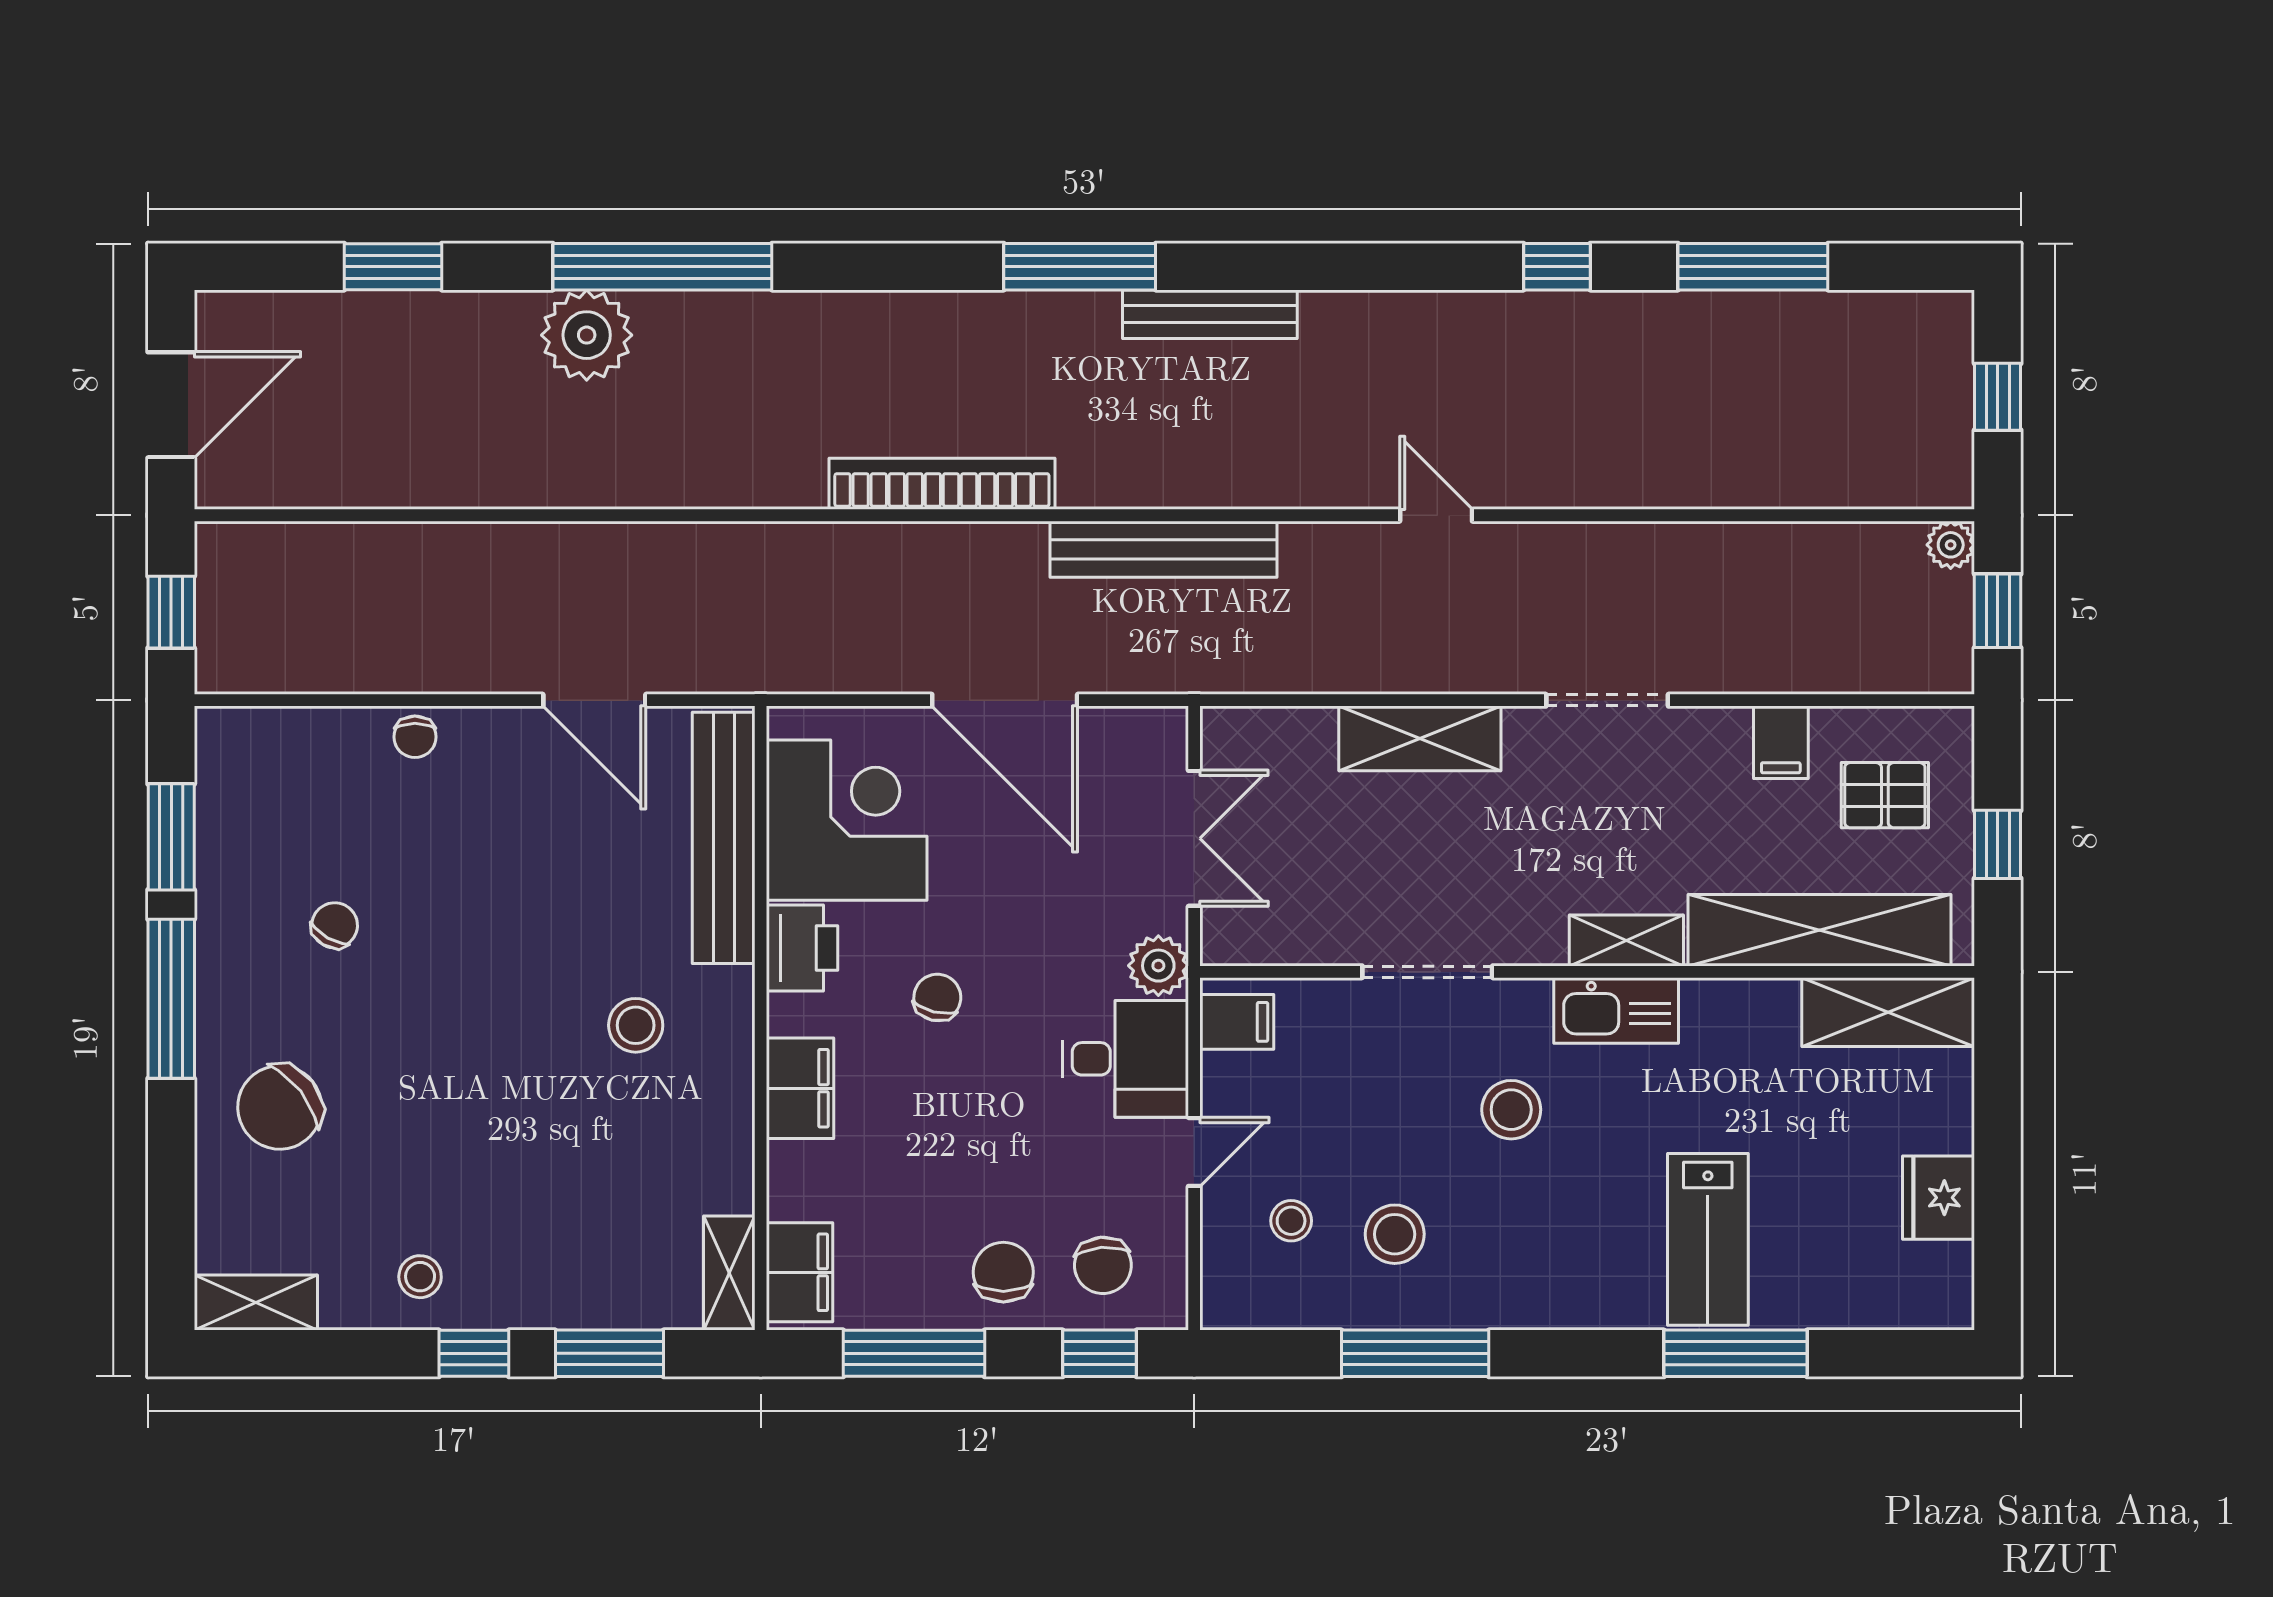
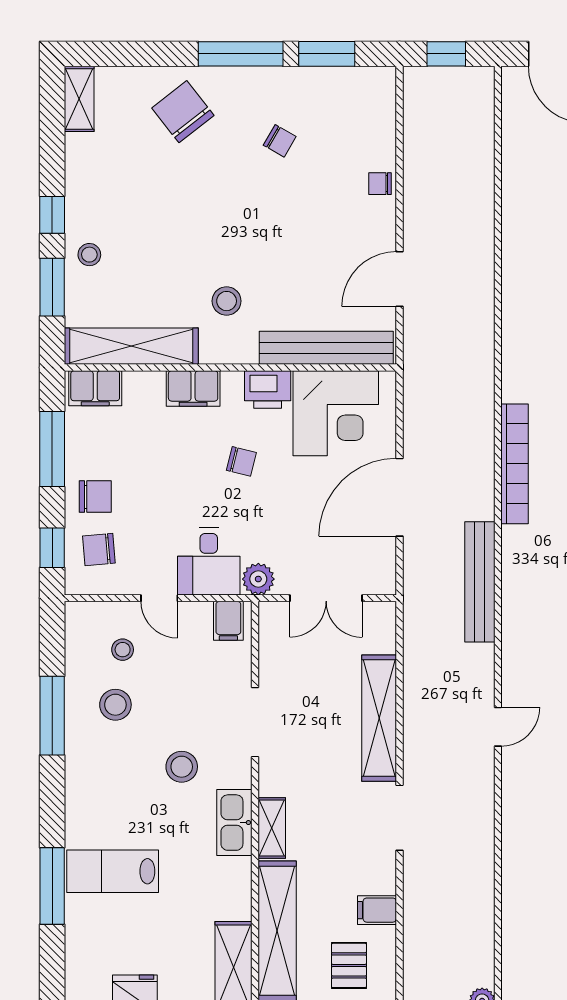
shelving: (1420, 738) -> (379, 718), width x1.47
shelving: (729, 1273) -> (131, 346), width x2.20, depth x1.33
stool: (420, 1277) -> (89, 255), moved

